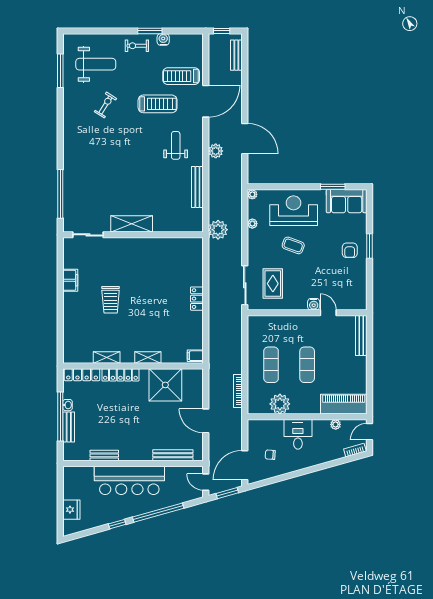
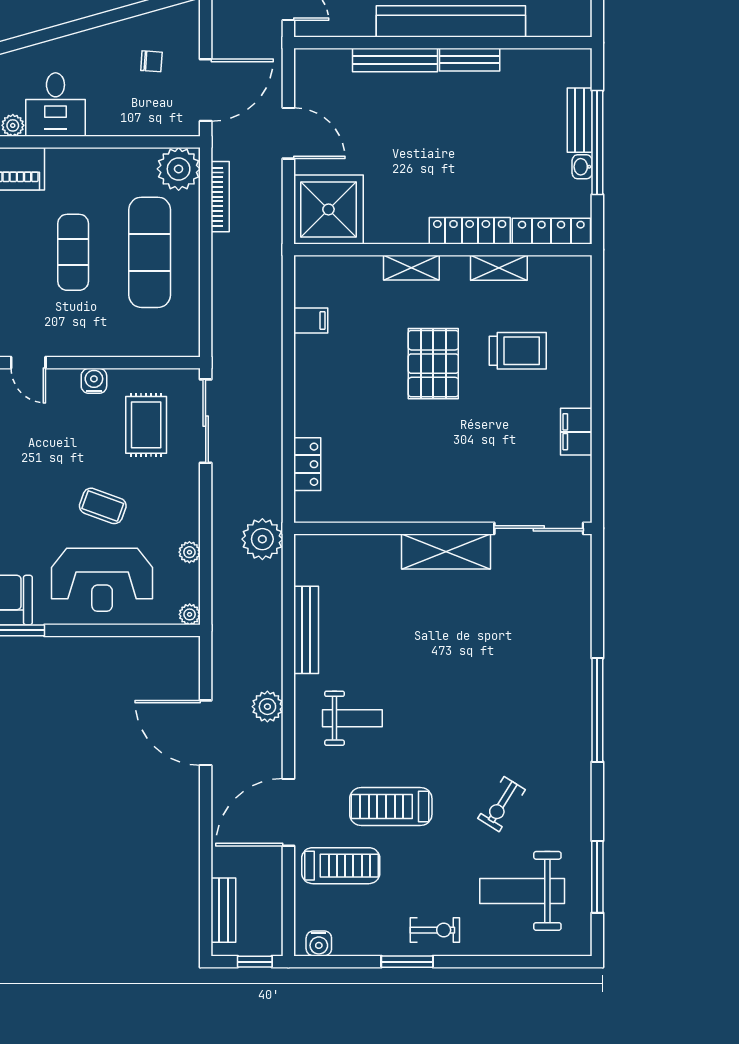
water cooler: (163, 39) -> (319, 943), moved
weight bench: (176, 145) -> (352, 718), turned -90
window: (60, 194) -> (597, 710), moved
sliding door: (88, 235) -> (539, 528), width x1.37
locker: (197, 299) -> (307, 464), moved
trolley: (111, 300) -> (518, 351), moved, turned 90
water cooler: (314, 304) -> (94, 381), moved
pallet: (138, 312) -> (433, 364), added
filing cabinet: (195, 356) -> (311, 321), moved
exercise mat: (271, 365) -> (150, 252), width x1.36, depth x1.45
shower: (165, 385) -> (328, 209), moved
plant: (280, 404) -> (179, 169), moved
desk: (298, 434) -> (55, 105), moved
bench: (104, 455) -> (470, 60), moved
bench: (173, 455) -> (395, 60), moved
door: (245, 465) -> (206, 90), moved

